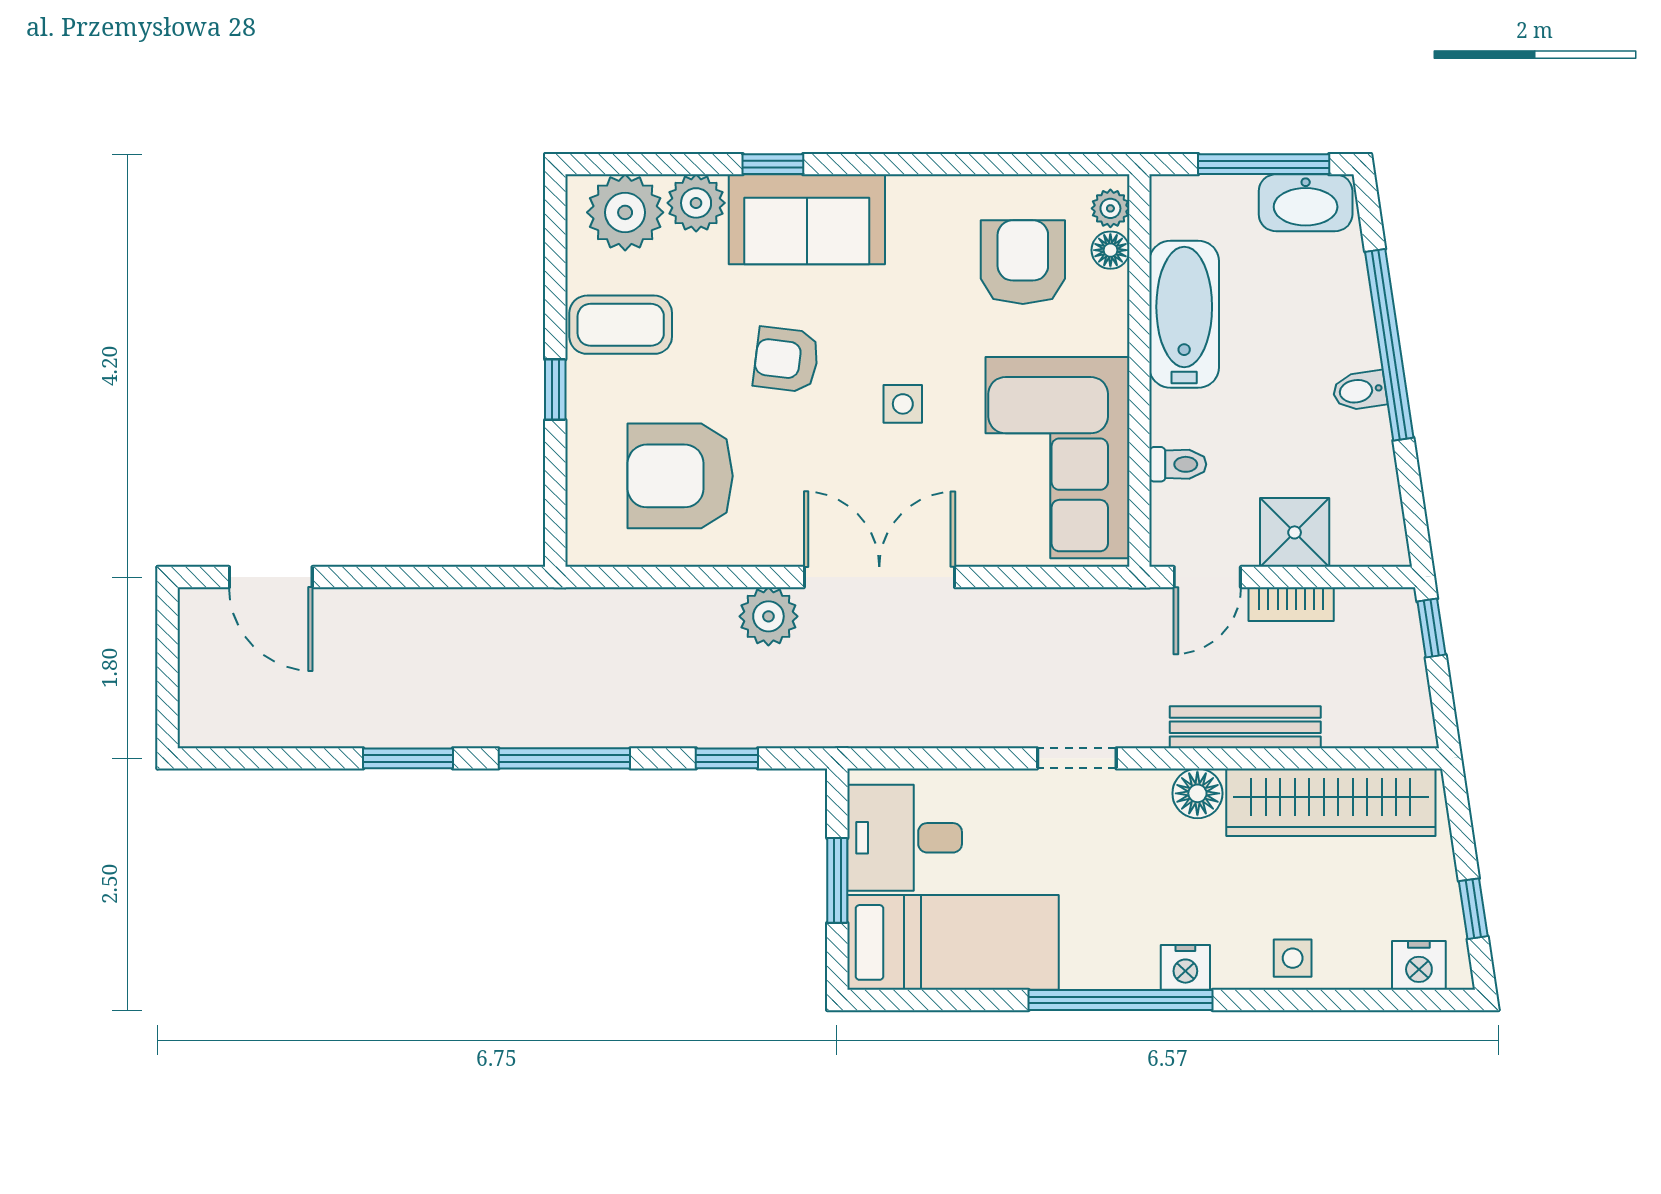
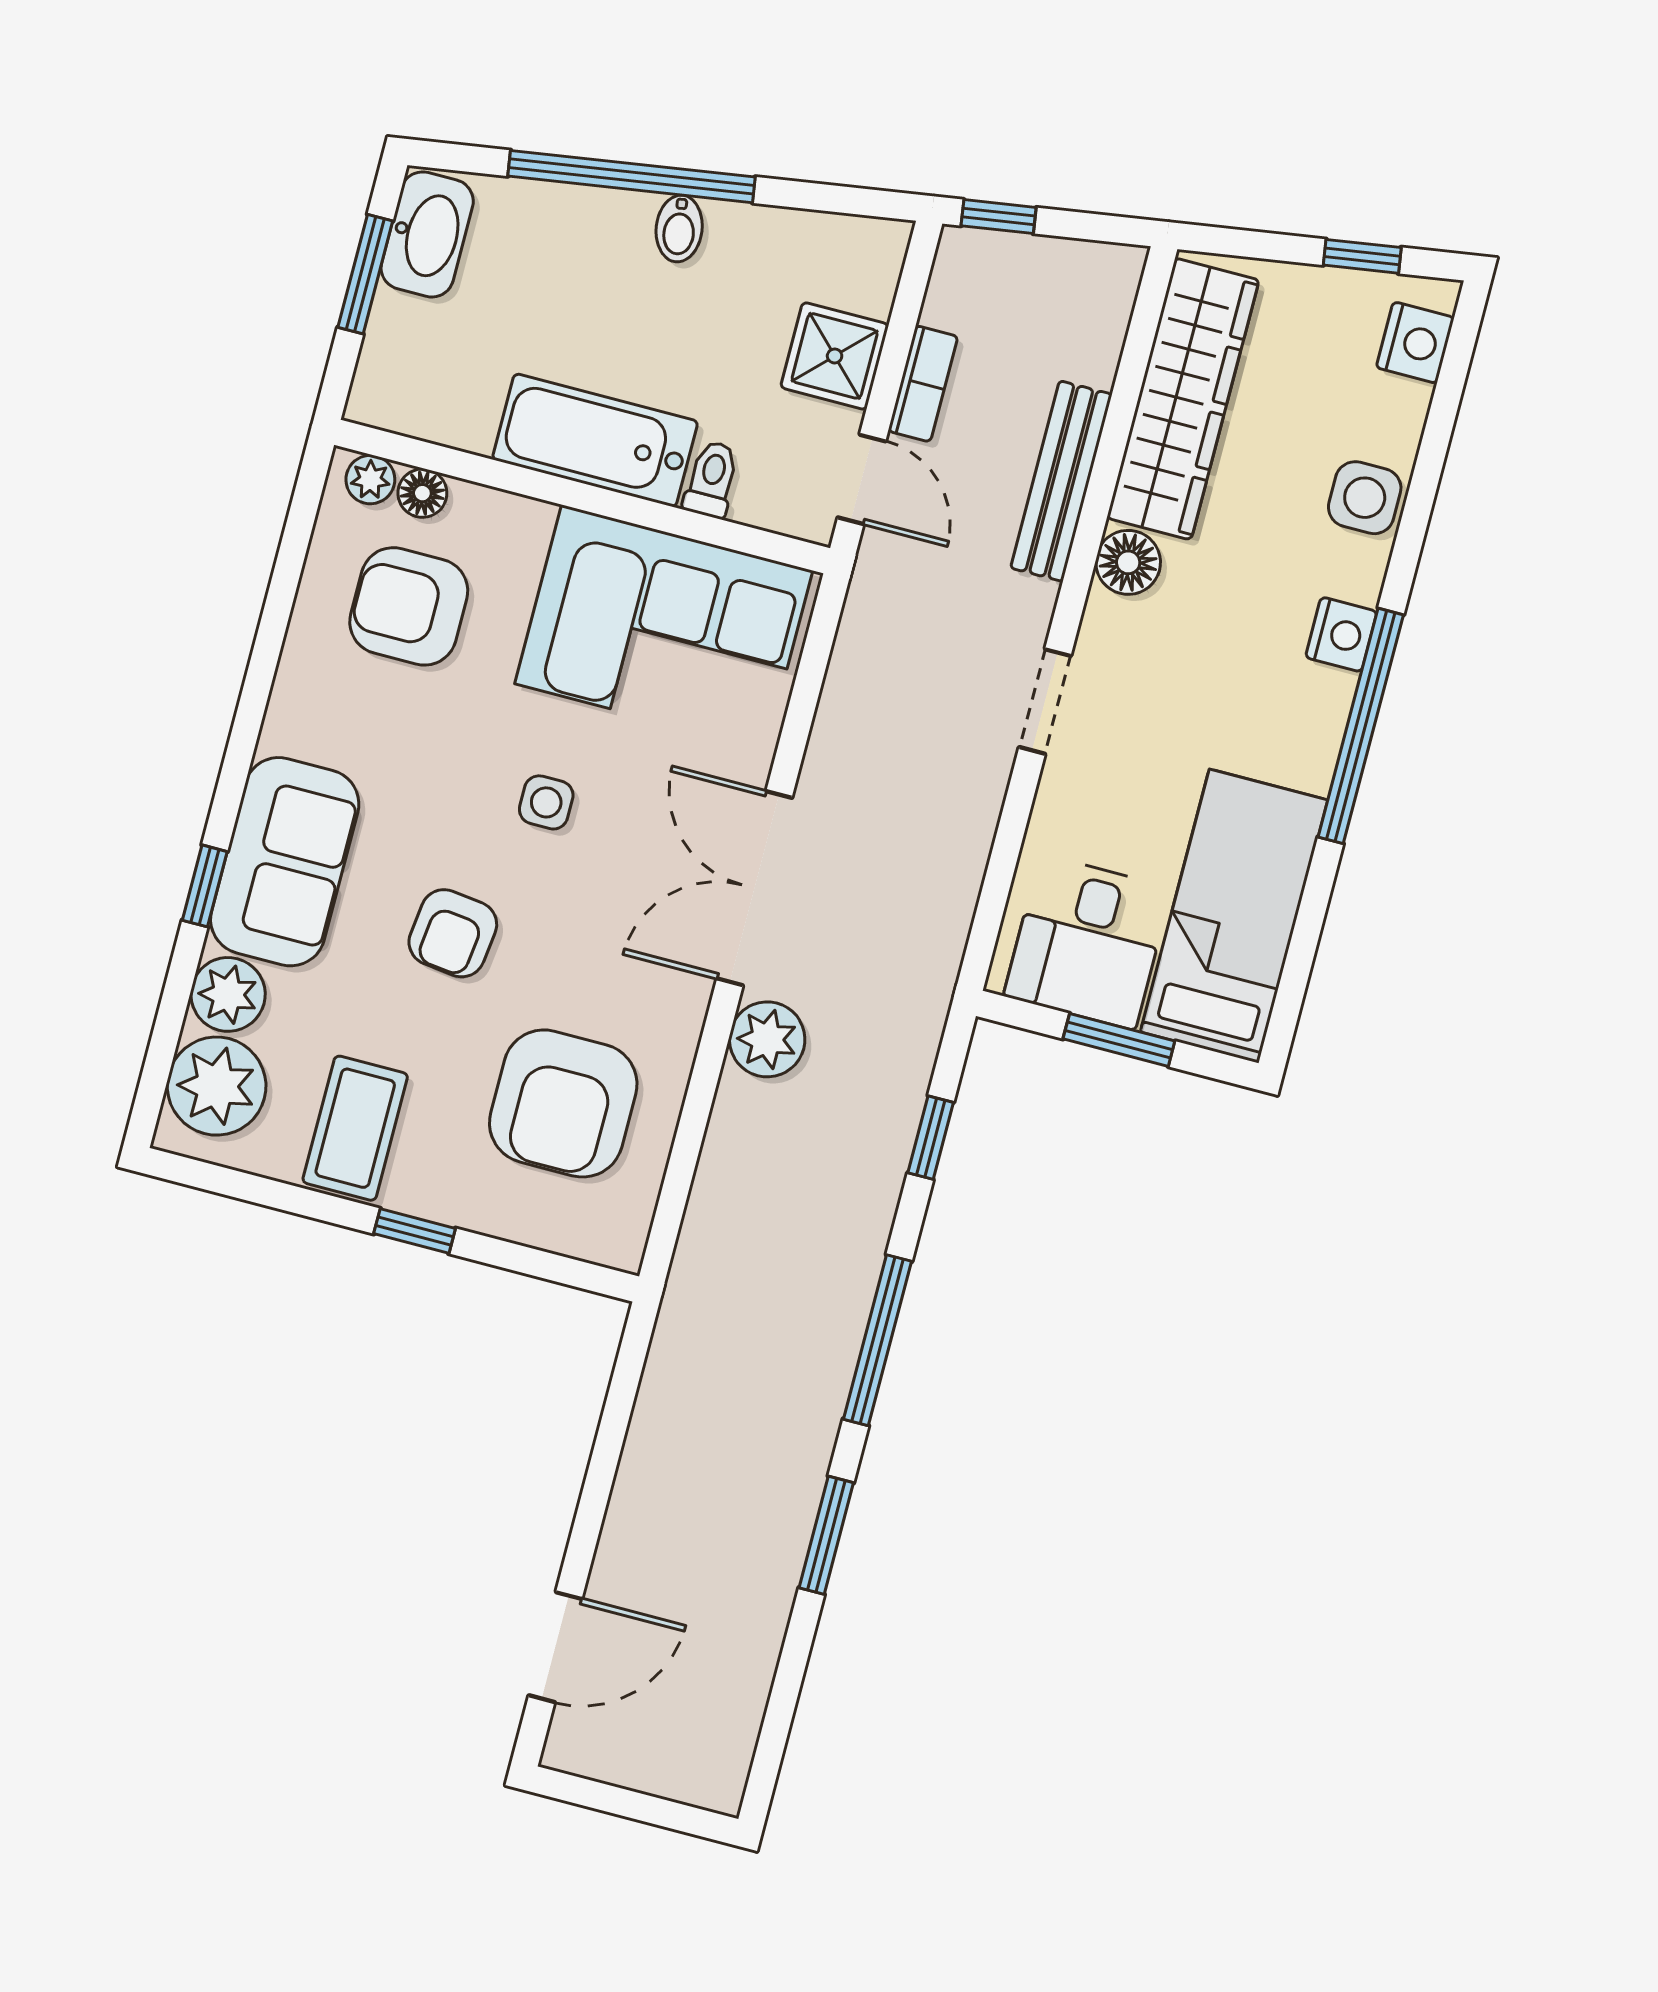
window: (1264, 164) -> (365, 274), width x0.69
bathtub: (1184, 314) -> (595, 440), moved
side table: (1293, 958) -> (1365, 498), width x1.37, depth x1.37

